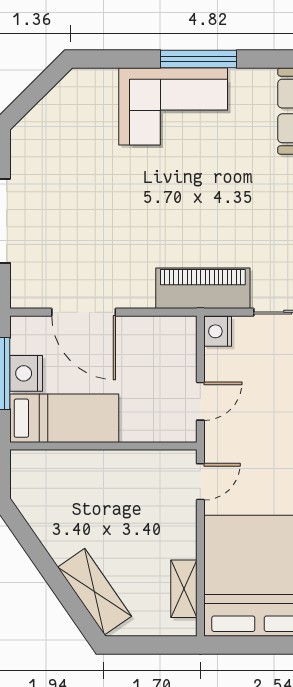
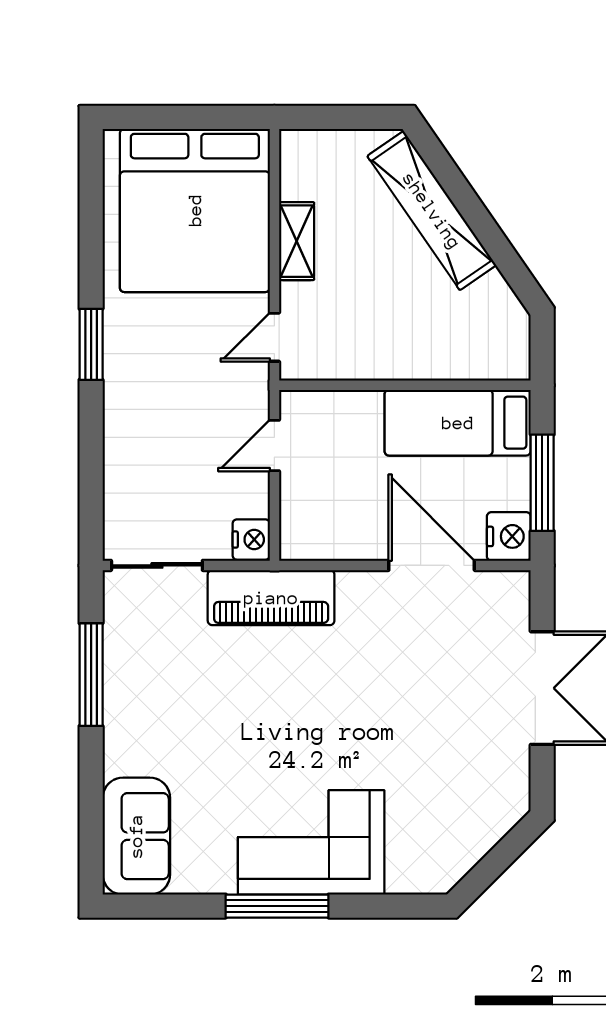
nightstand: (26, 373) -> (509, 536), moved
shelving: (184, 589) -> (297, 241), moved
shelving: (94, 592) -> (432, 211), width x1.47

